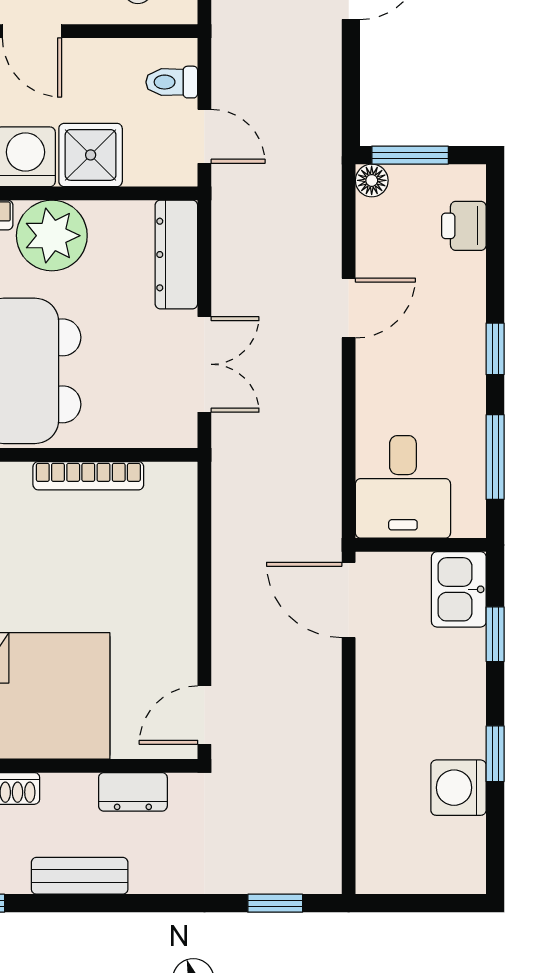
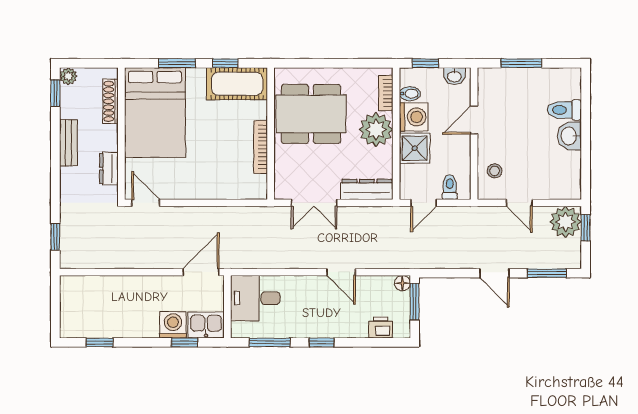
window: (495, 754) -> (99, 342), moved
washing machine: (458, 788) -> (173, 325), moved

